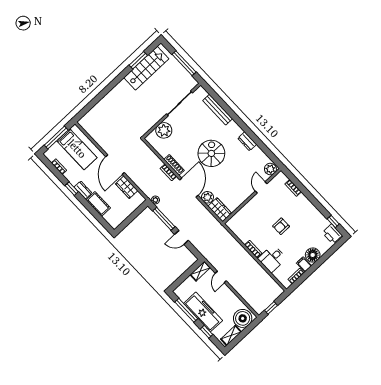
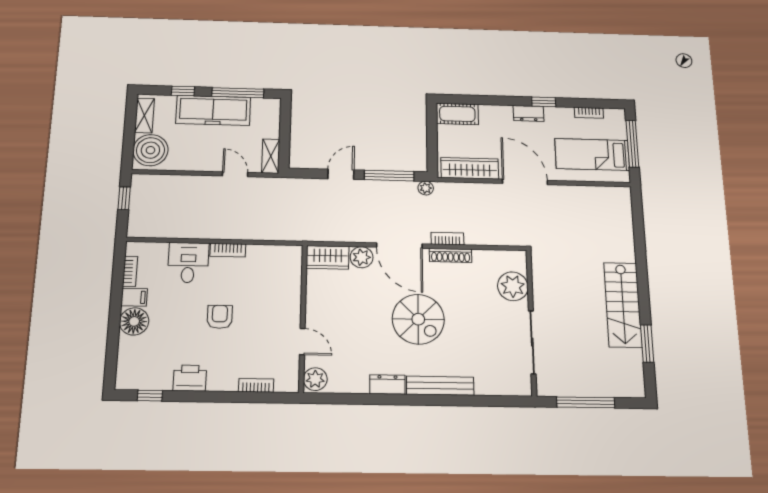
stairs: (146, 68) -> (623, 305), moved
bench: (218, 110) -> (440, 386), moved
wardrobe: (127, 187) -> (470, 168), width x1.50
cot: (98, 204) -> (457, 114), moved
printer: (332, 234) -> (190, 378), moved

